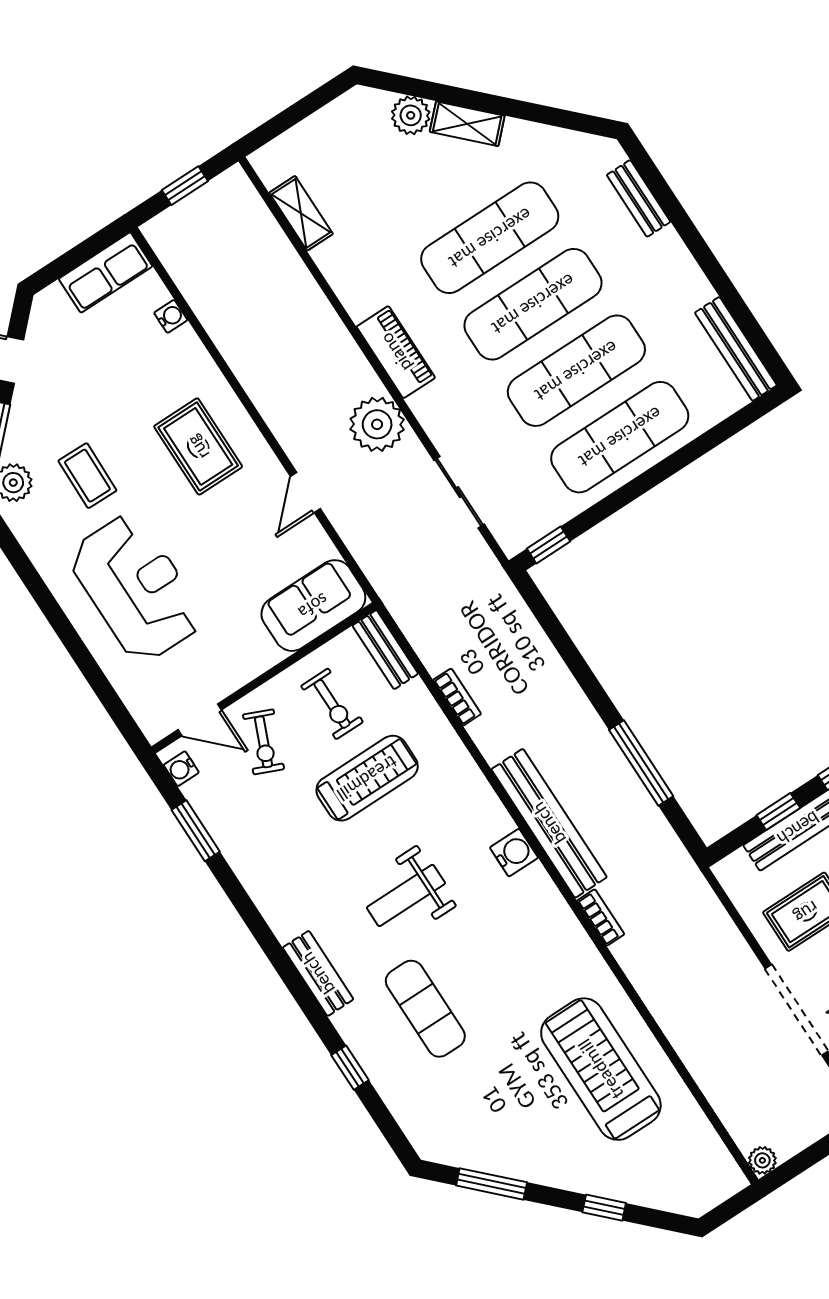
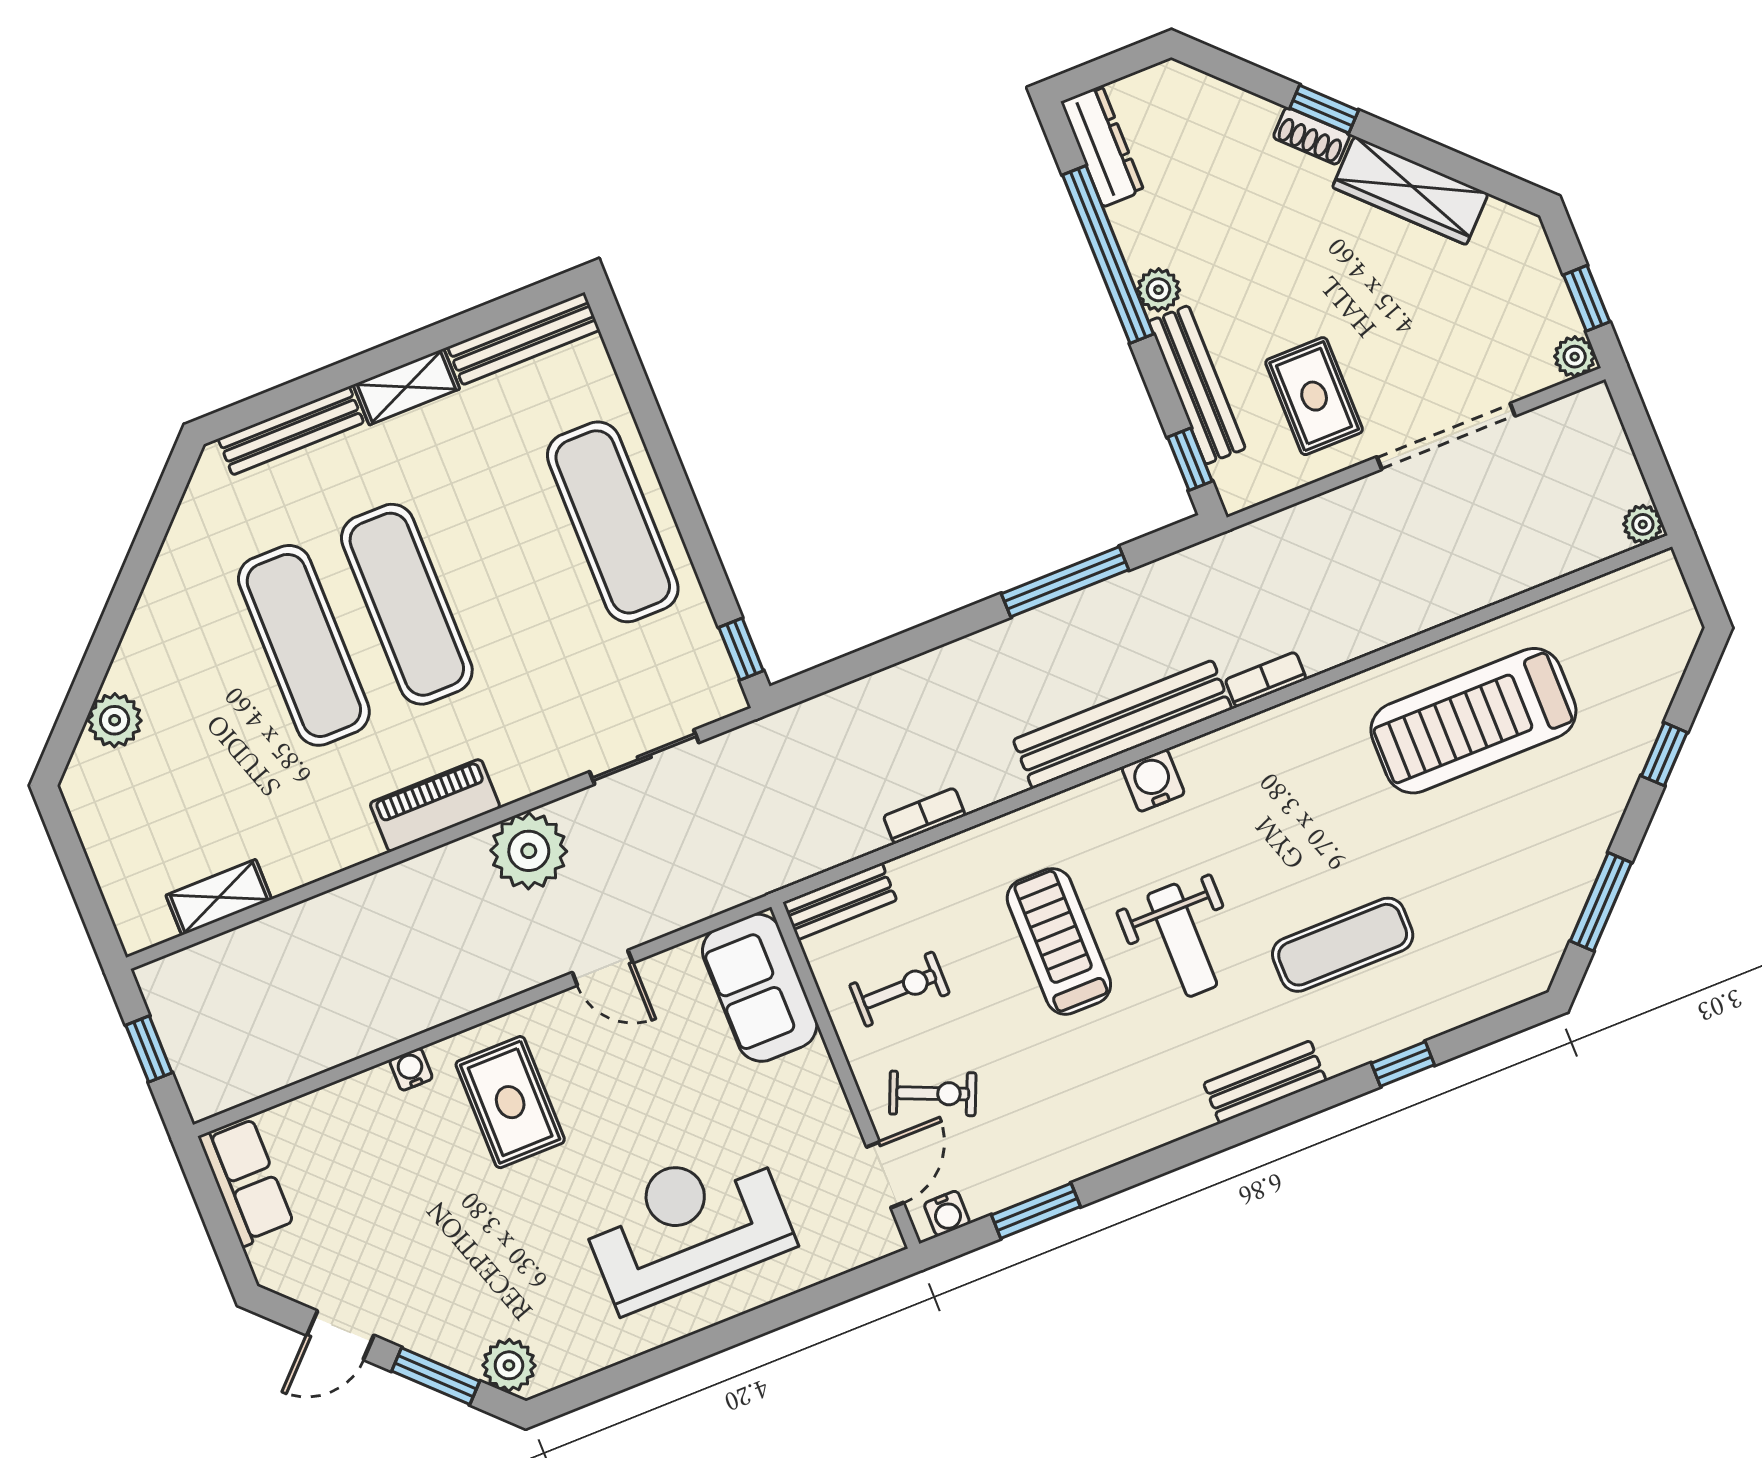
shelving: (467, 124) -> (406, 387), moved, turned 45
bench: (639, 198) -> (291, 431), width x1.36
water cooler: (171, 316) -> (411, 1069), moved
exercise mat: (576, 371) -> (510, 563), removed
rug: (198, 447) -> (510, 1102), turned 90
coffee table: (87, 476) -> (520, 1262), removed
treadmill: (367, 778) -> (1059, 941), moved
window: (778, 811) -> (1190, 459), moved

